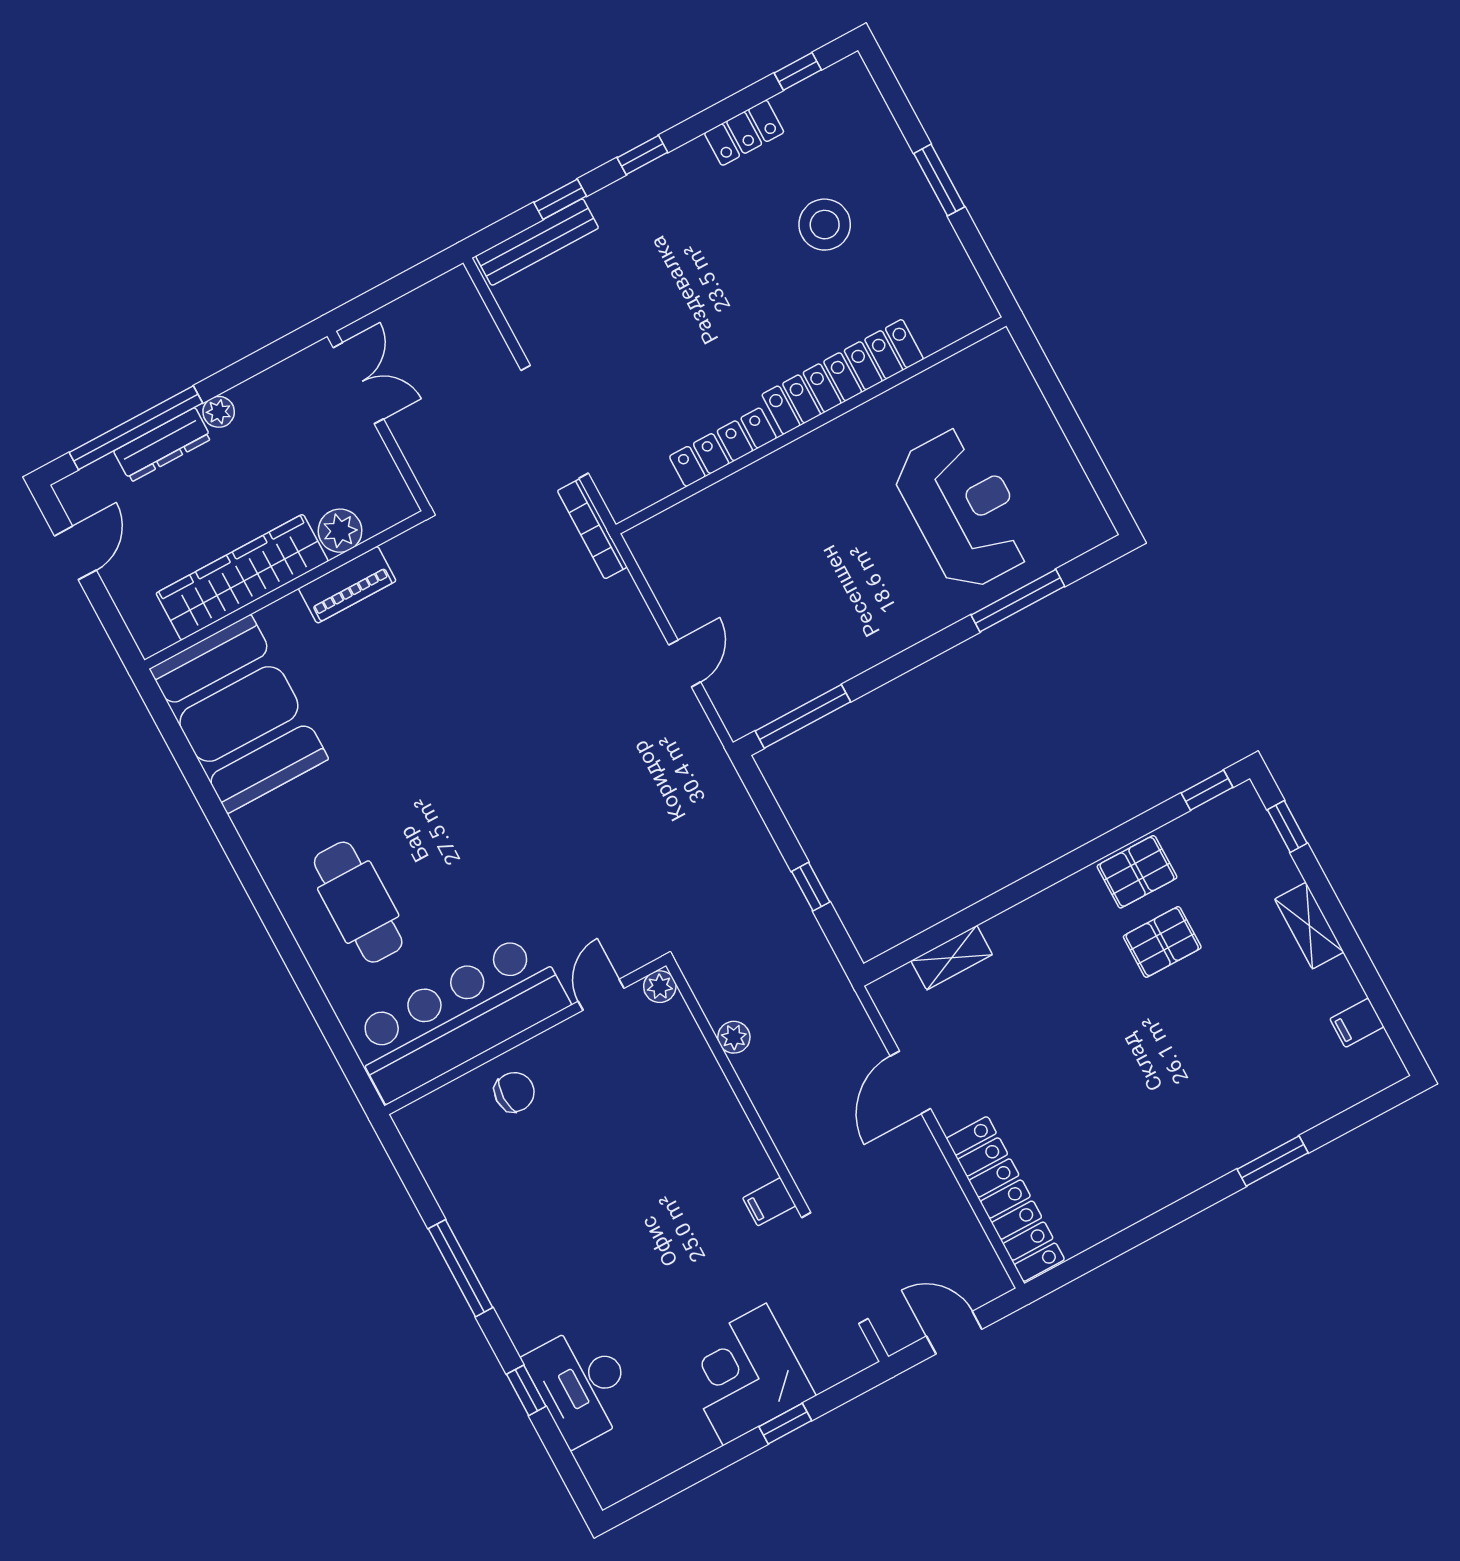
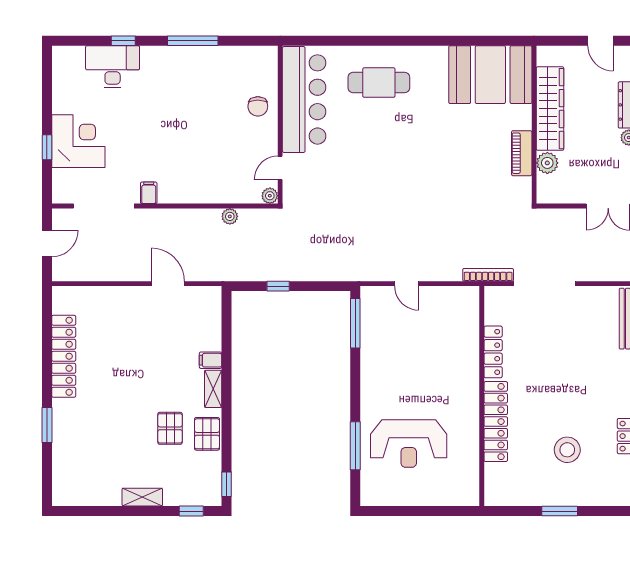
shelving: (952, 958) -> (213, 389), moved
door: (601, 995) -> (280, 168), swing flipped
filing cabinet: (1357, 1023) -> (211, 360), moved, turned -90
locker: (1005, 1199) -> (64, 356), moved, turned -90

